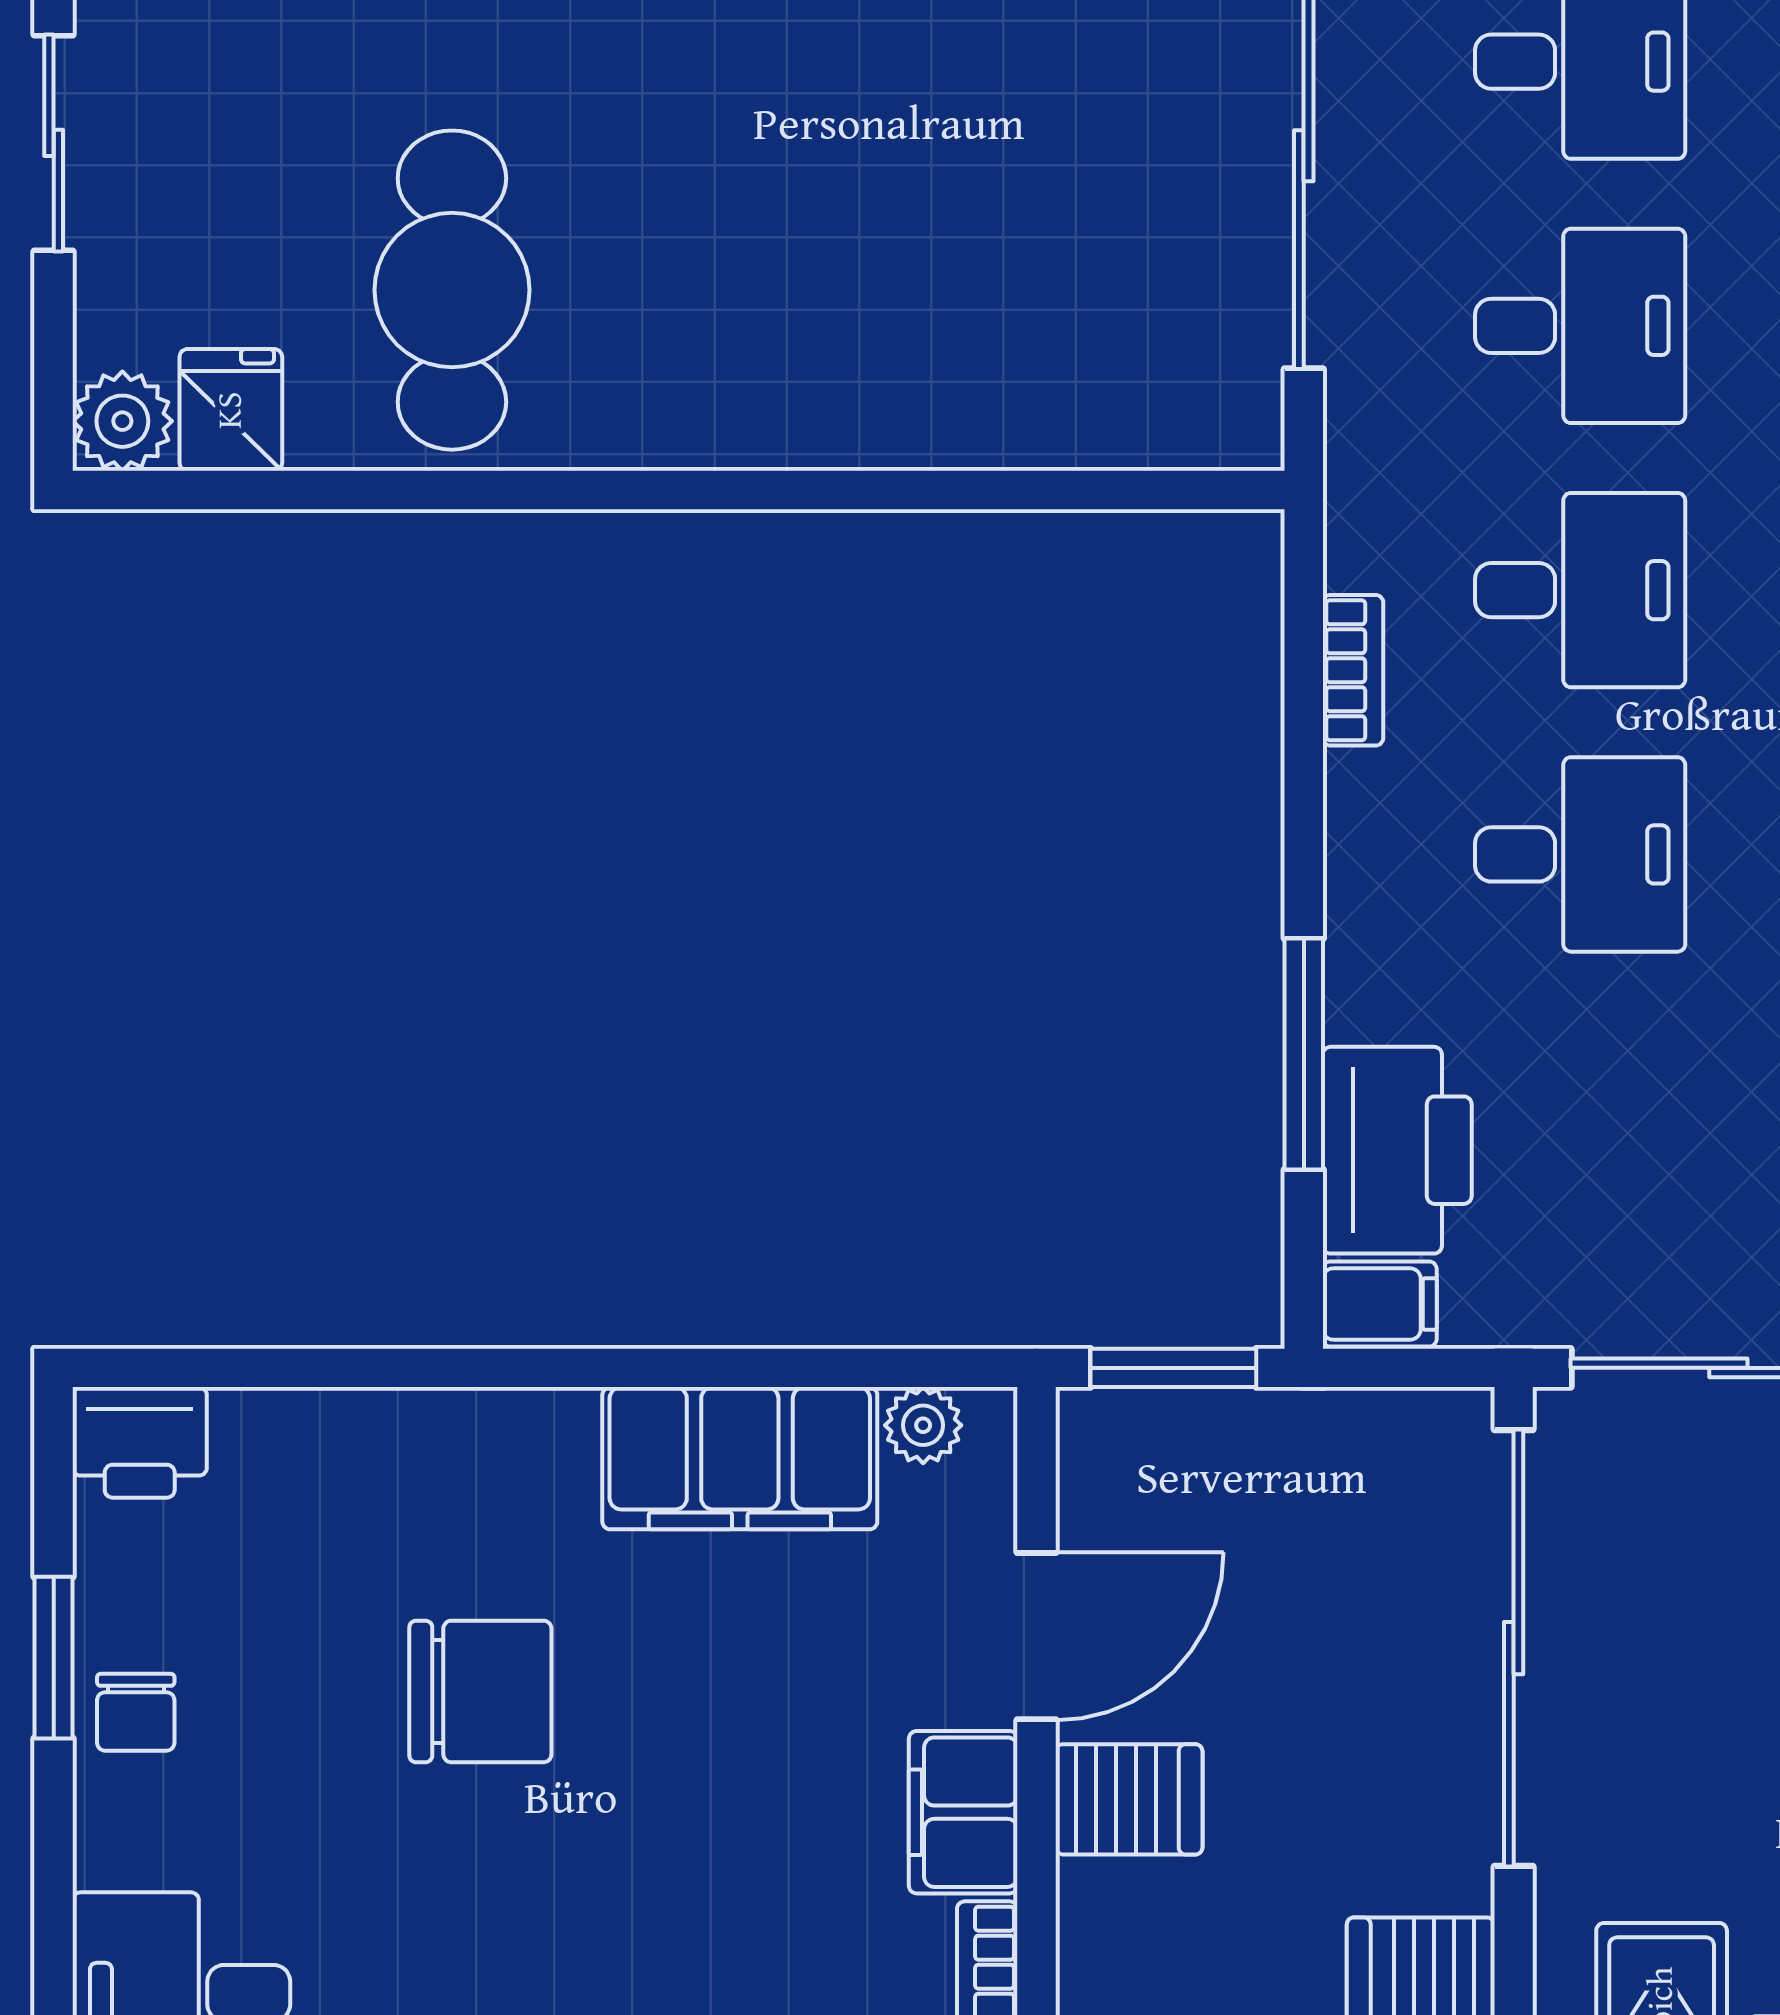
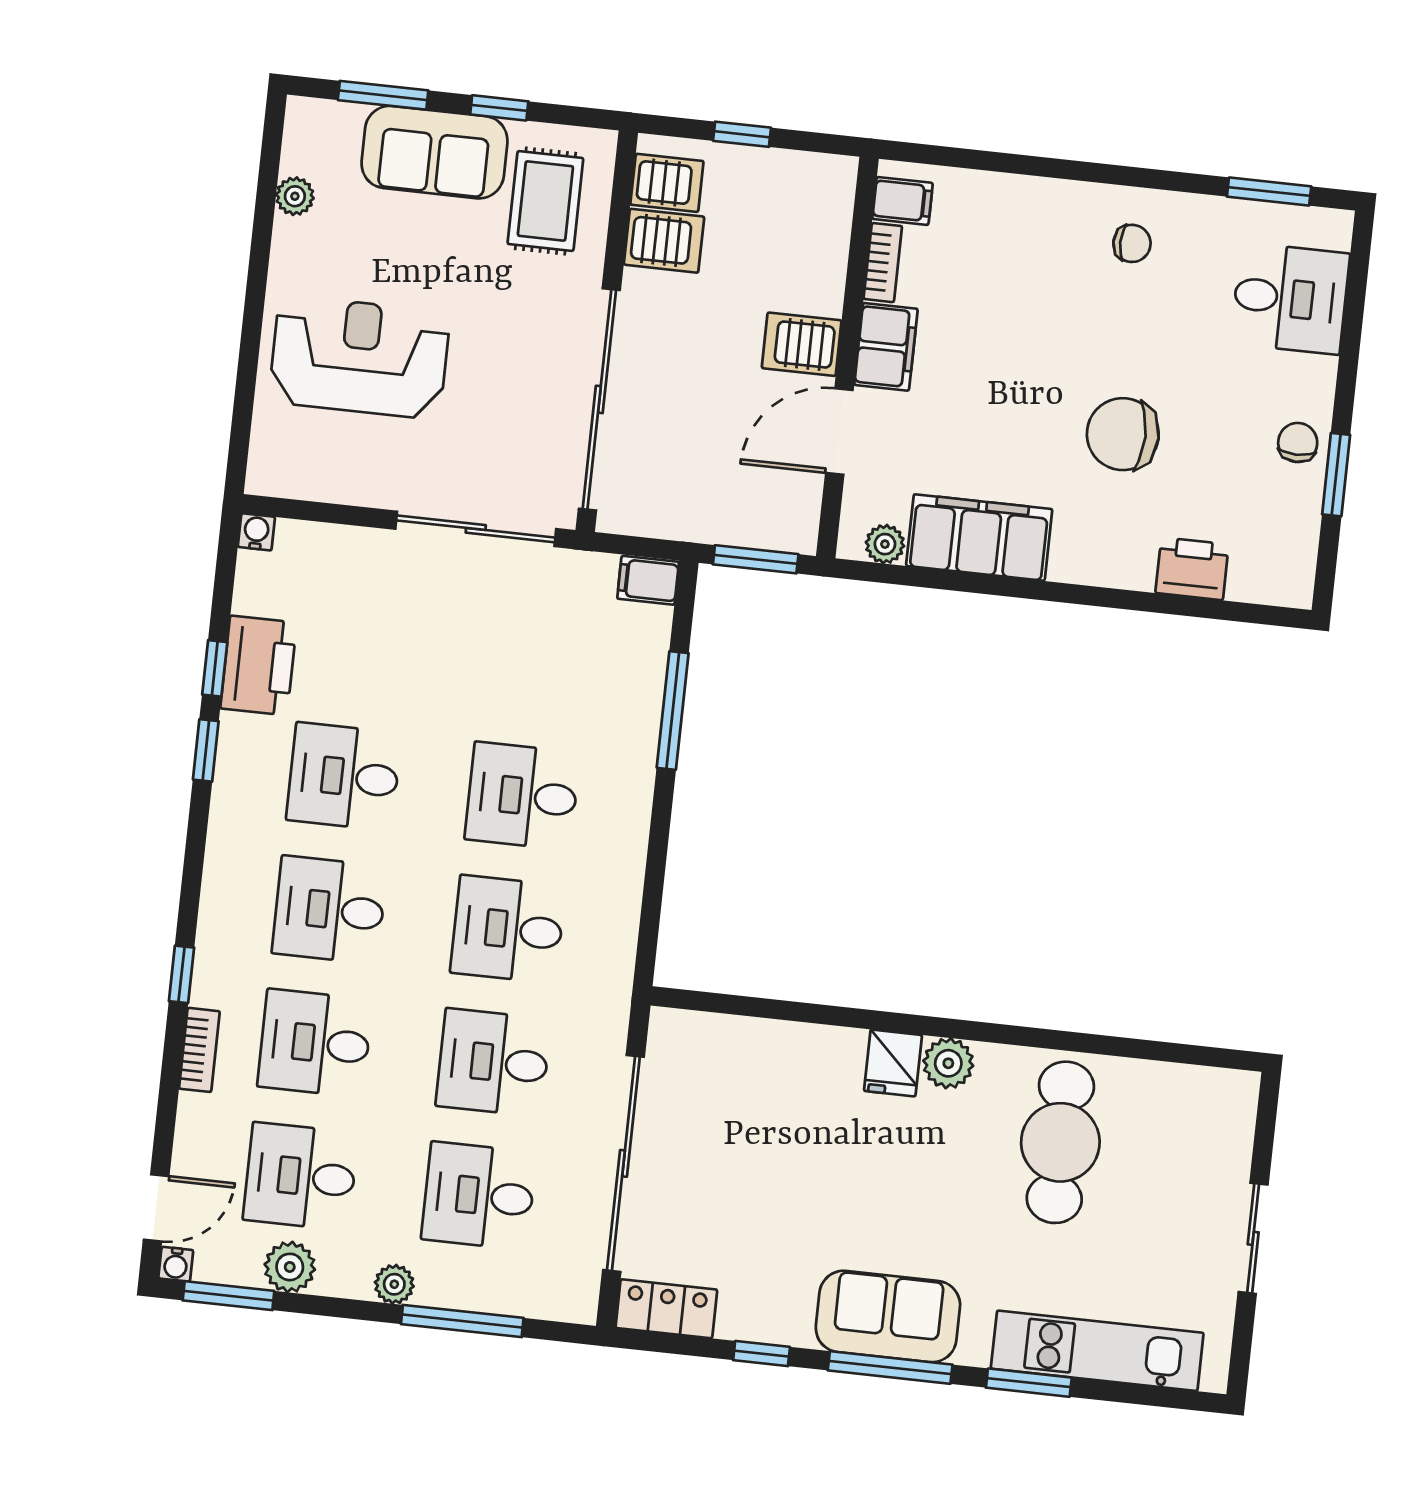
fridge: (231, 410) -> (893, 1063), moved
plant: (122, 421) -> (948, 1063), moved
bookcase: (1353, 670) -> (627, 901), removed
printer: (1397, 1150) -> (631, 657), removed
printer: (140, 1442) -> (1192, 569), moved

